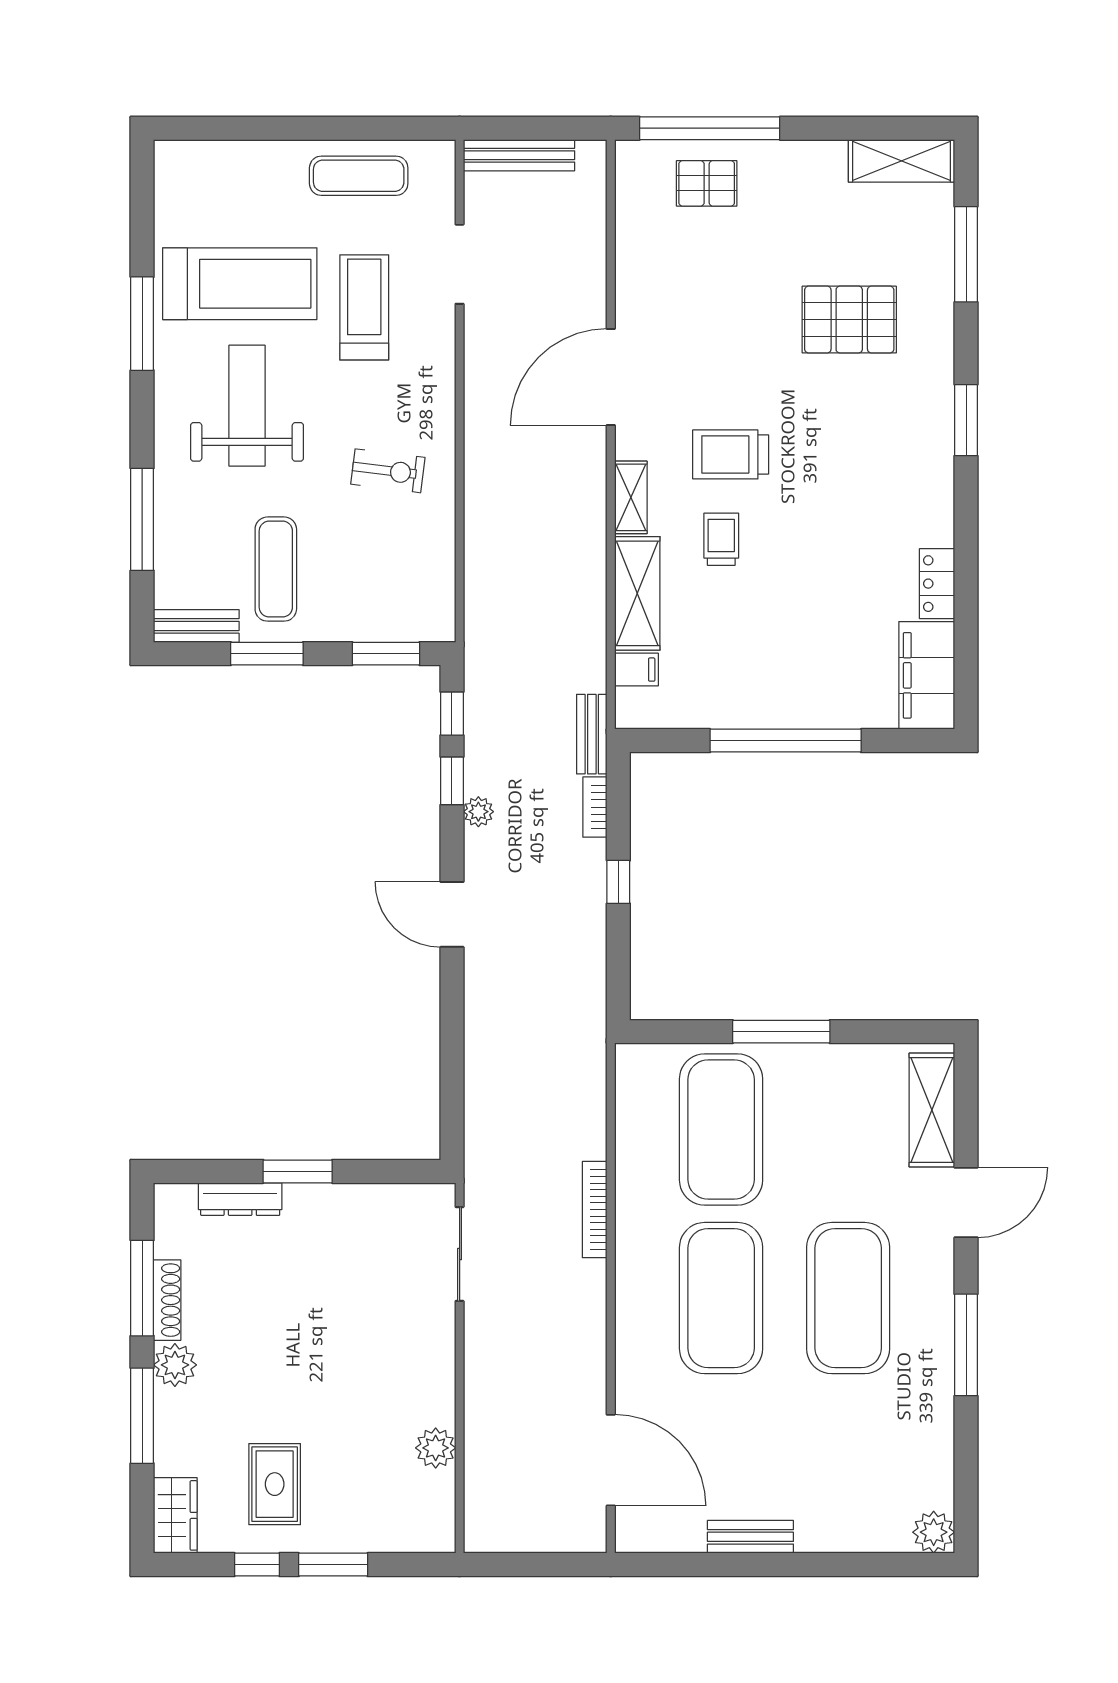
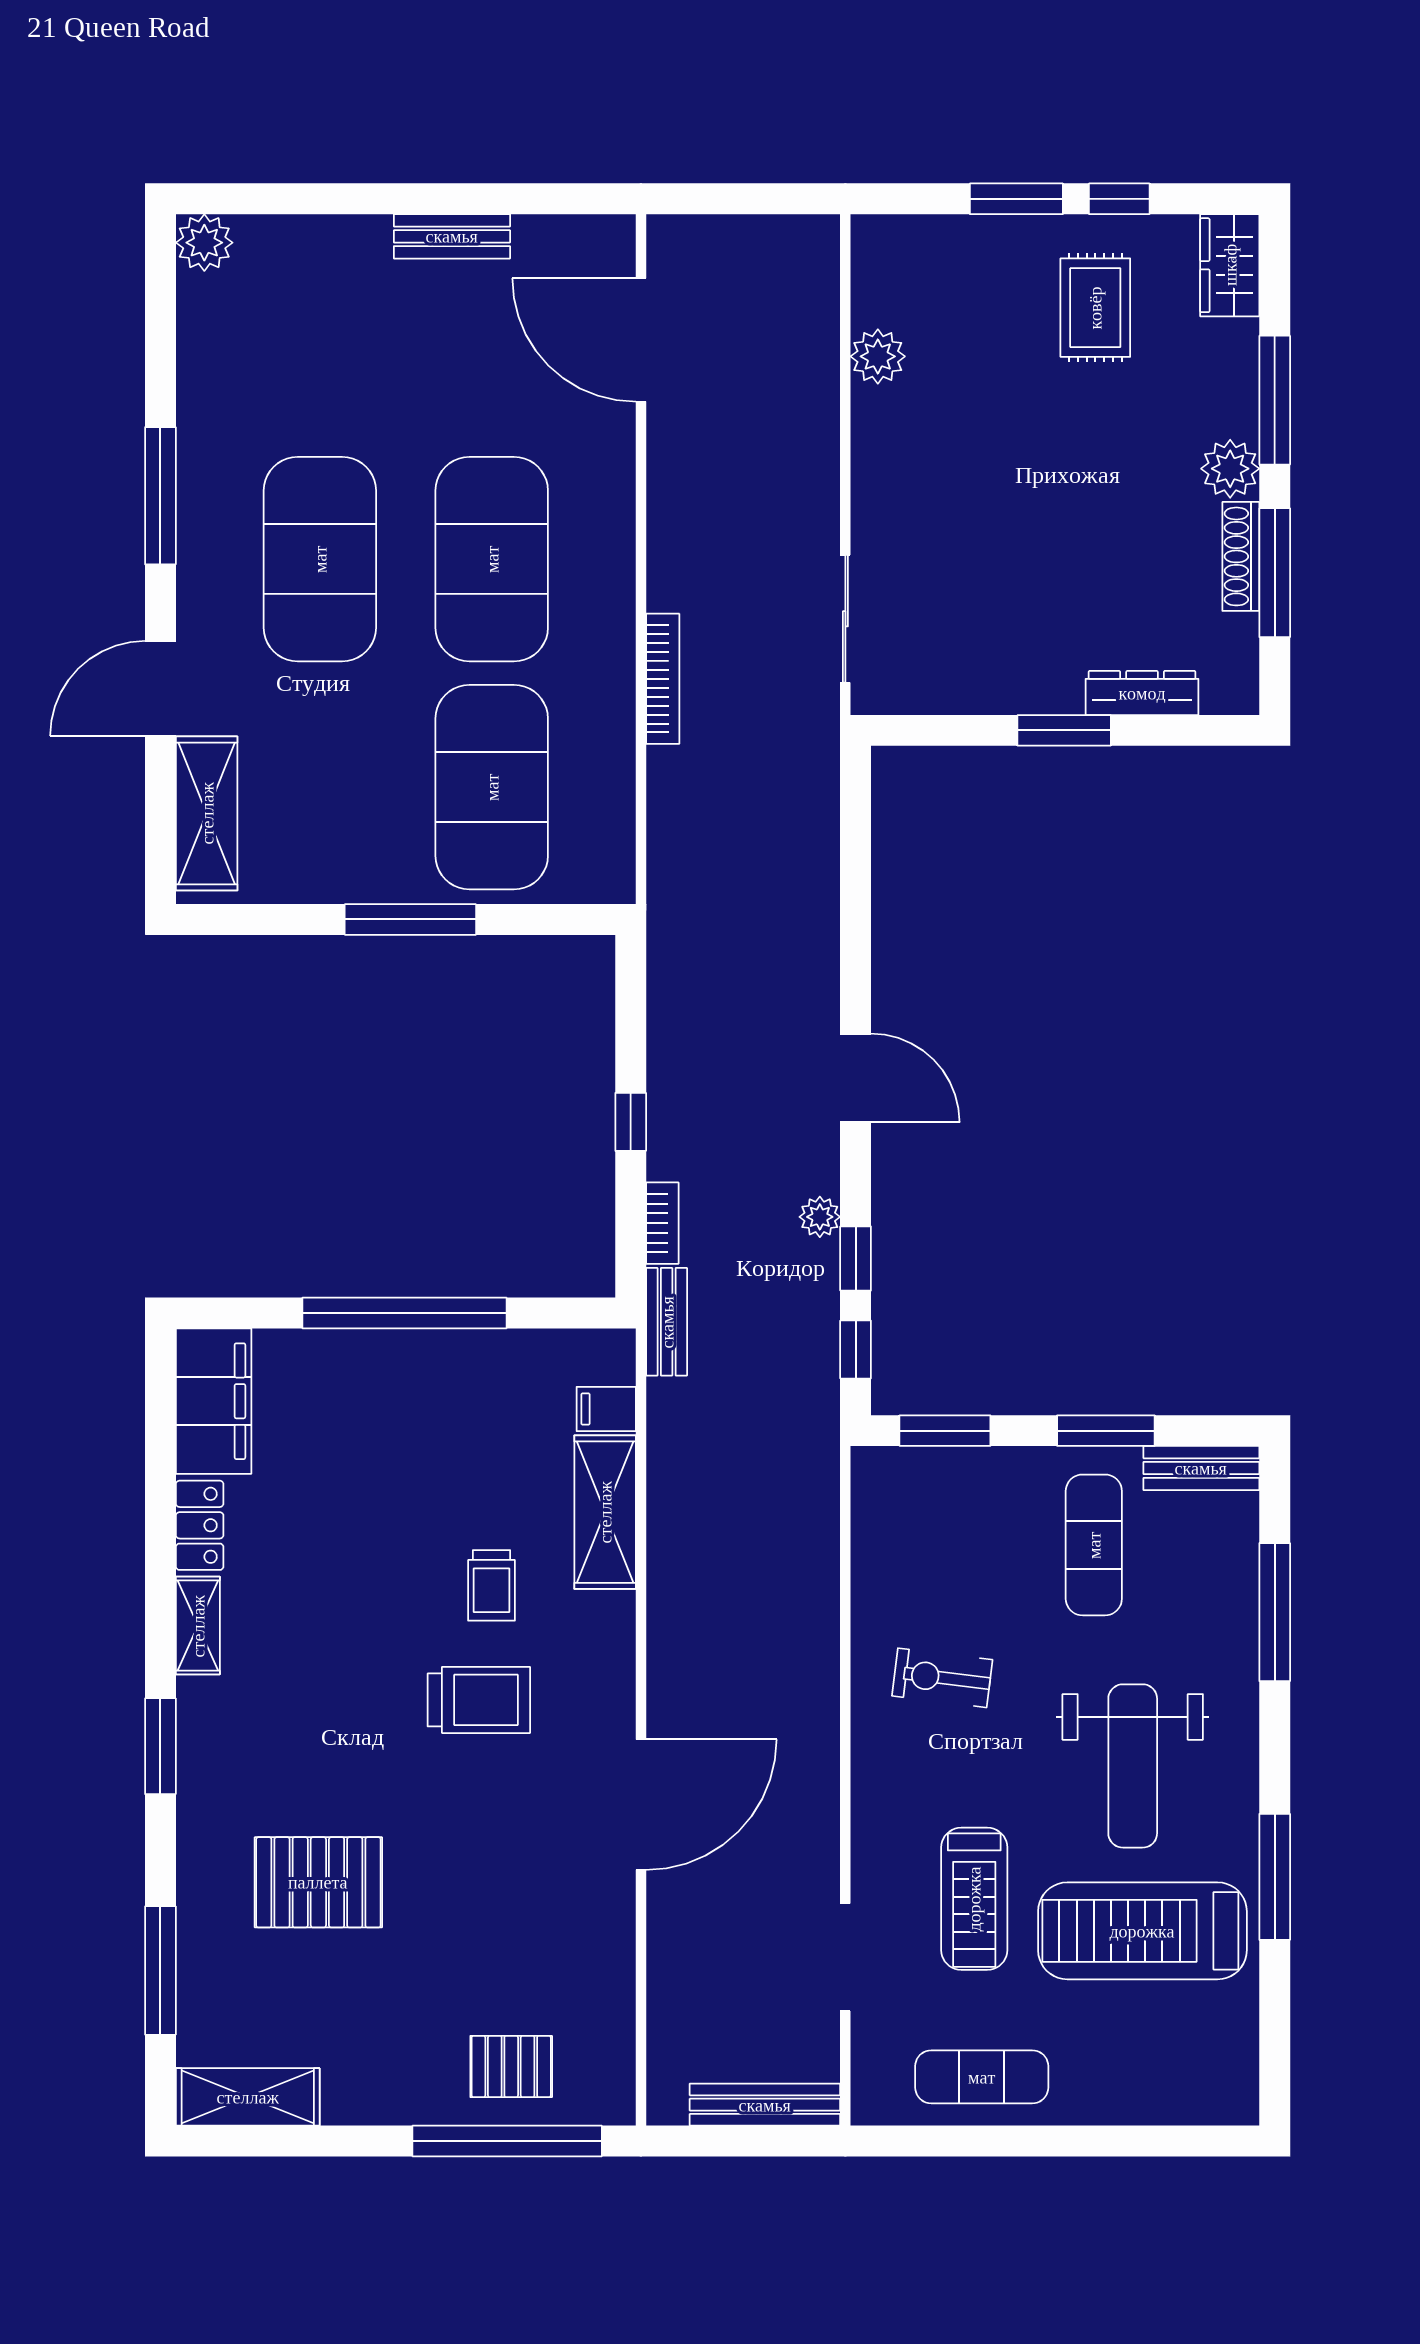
shelving: (631, 497) -> (198, 1626), moved

